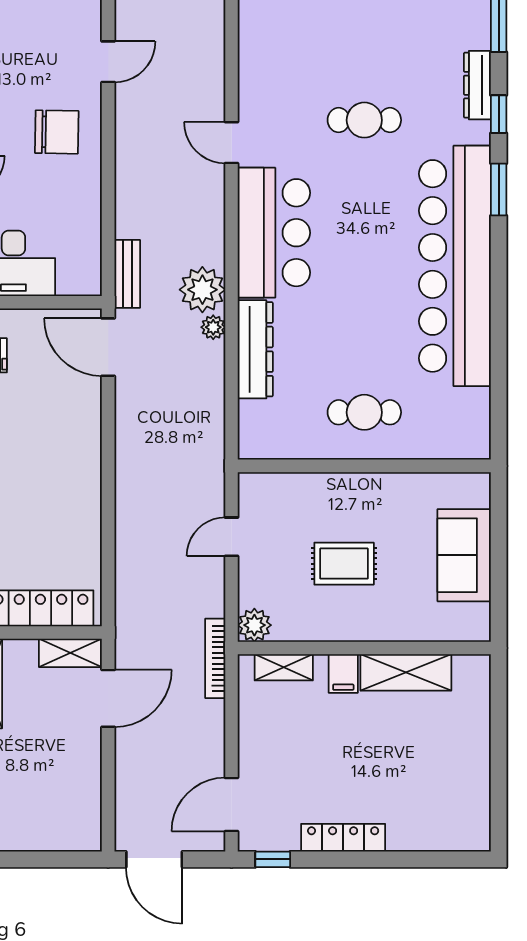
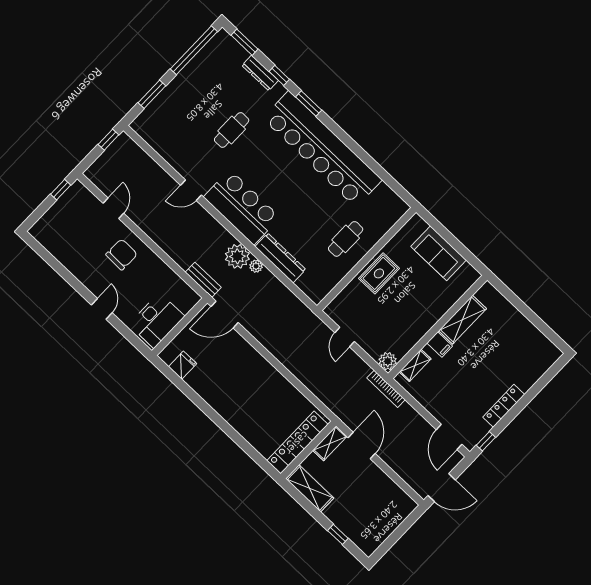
rug: (344, 564) -> (379, 273), moved

